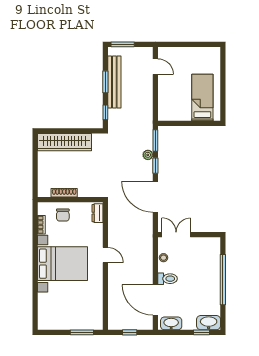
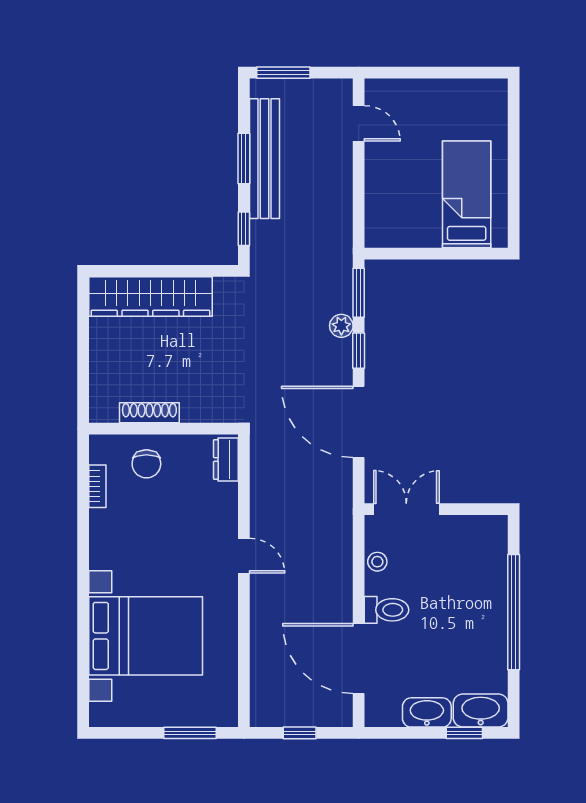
bed with nightstands: (63, 264) -> (146, 636), moved
washbasin: (171, 323) -> (427, 712), moved

